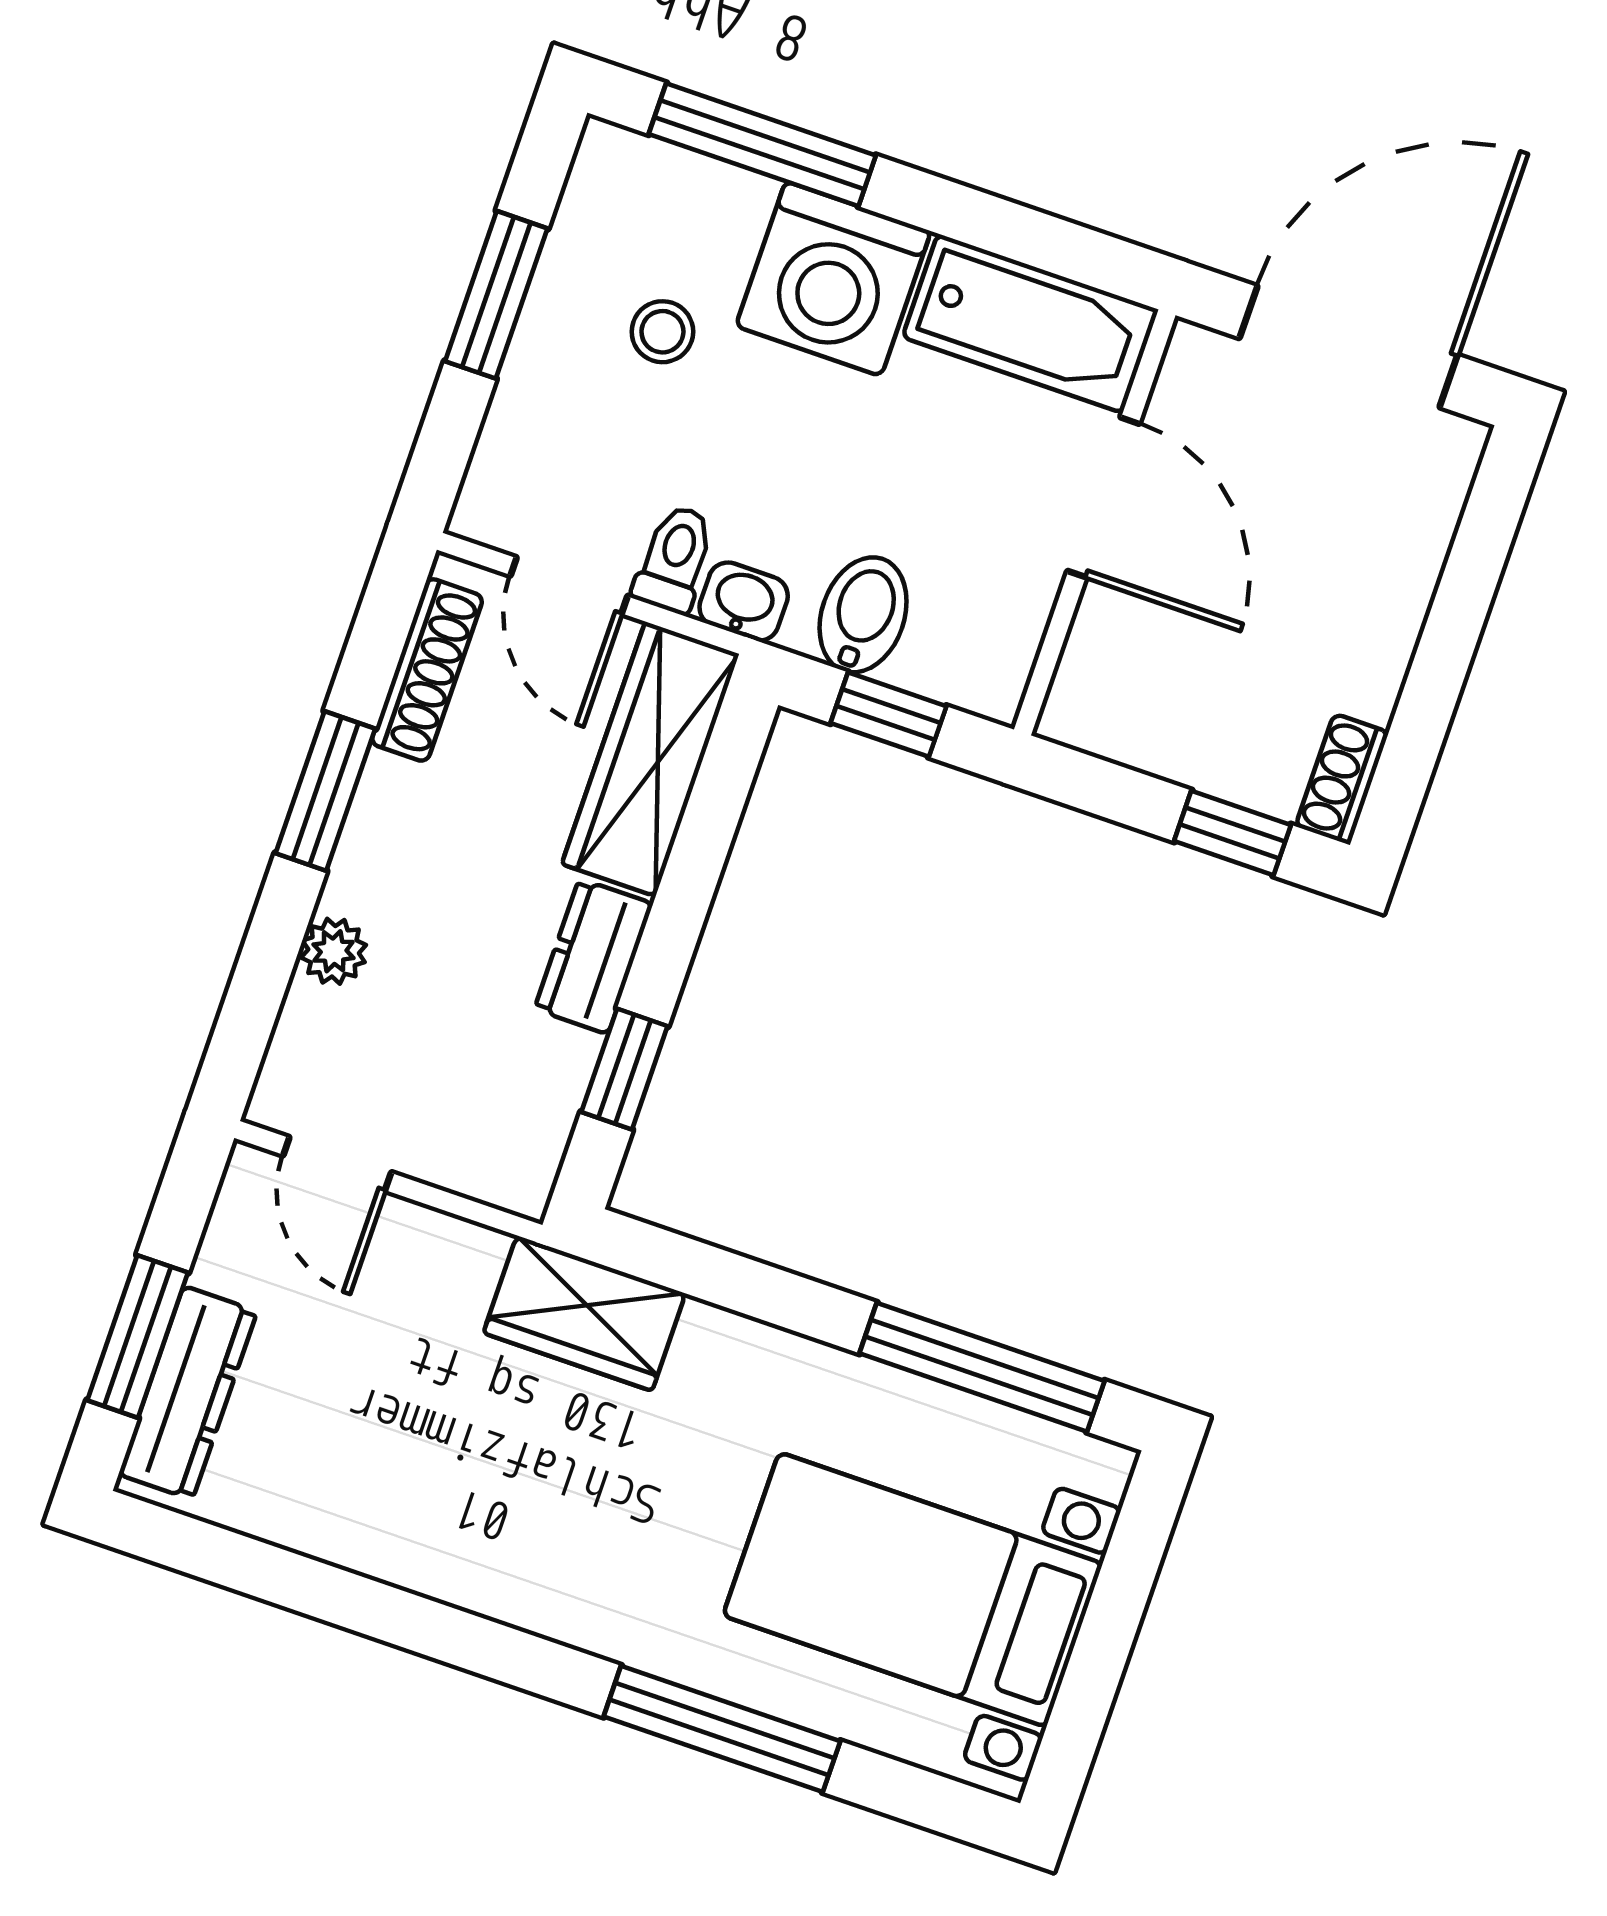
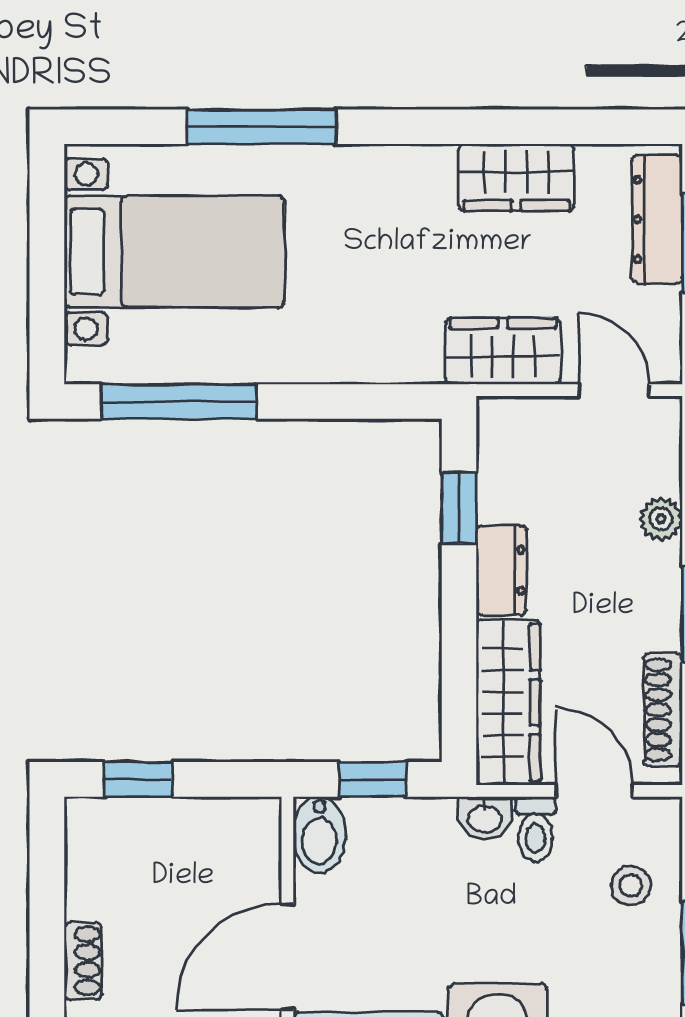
stool: (662, 332) -> (631, 886), moved
door: (1103, 497) -> (287, 957), hinge flipped
bidet: (863, 615) -> (319, 835), moved
shoe rack: (1342, 779) -> (83, 961), moved
wardrobe: (584, 1313) -> (503, 351), moved
wardrobe: (373, 1525) -> (516, 177), added

